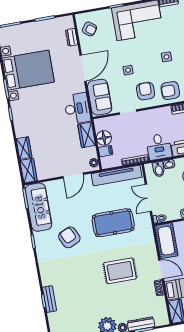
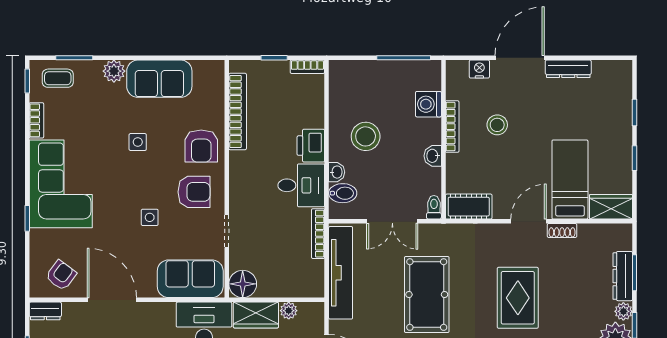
dresser: (72, 37) -> (45, 311), moved
door: (83, 68) -> (112, 300), moved
armchair: (146, 91) -> (194, 192), turned 180
floor lamp: (104, 138) -> (243, 284), moved
filing cabinet: (105, 151) -> (292, 285), removed
plant: (94, 163) -> (289, 311), moved
cot: (166, 241) -> (469, 207), width x0.73, depth x0.75

